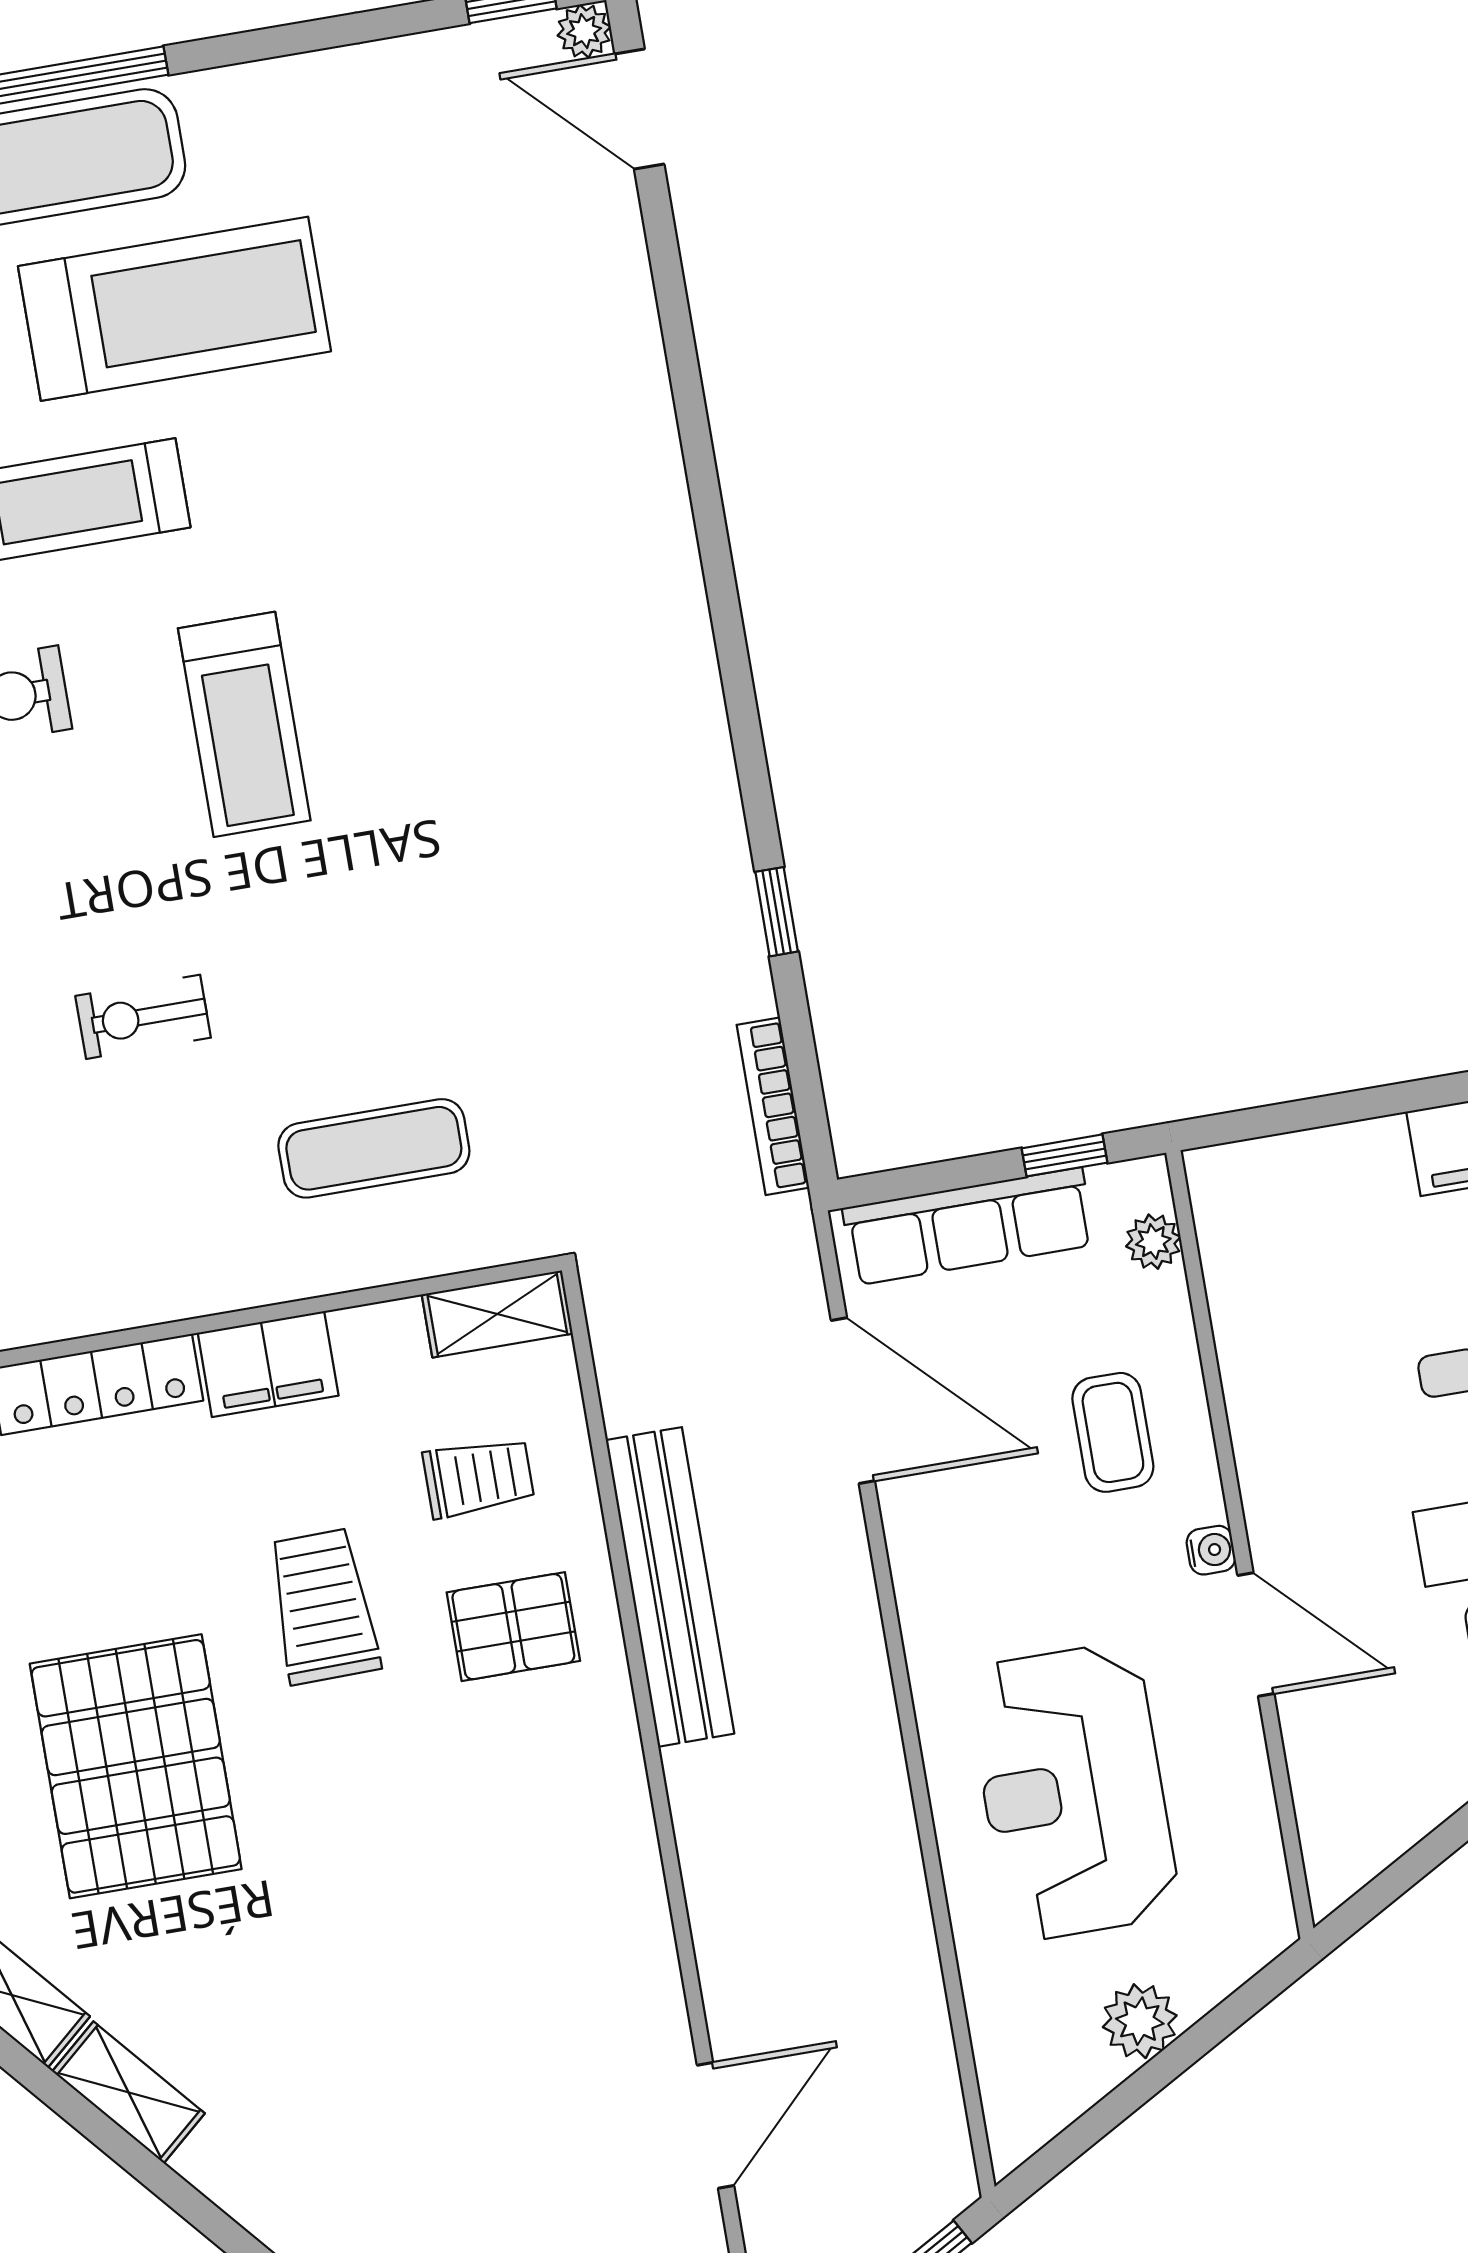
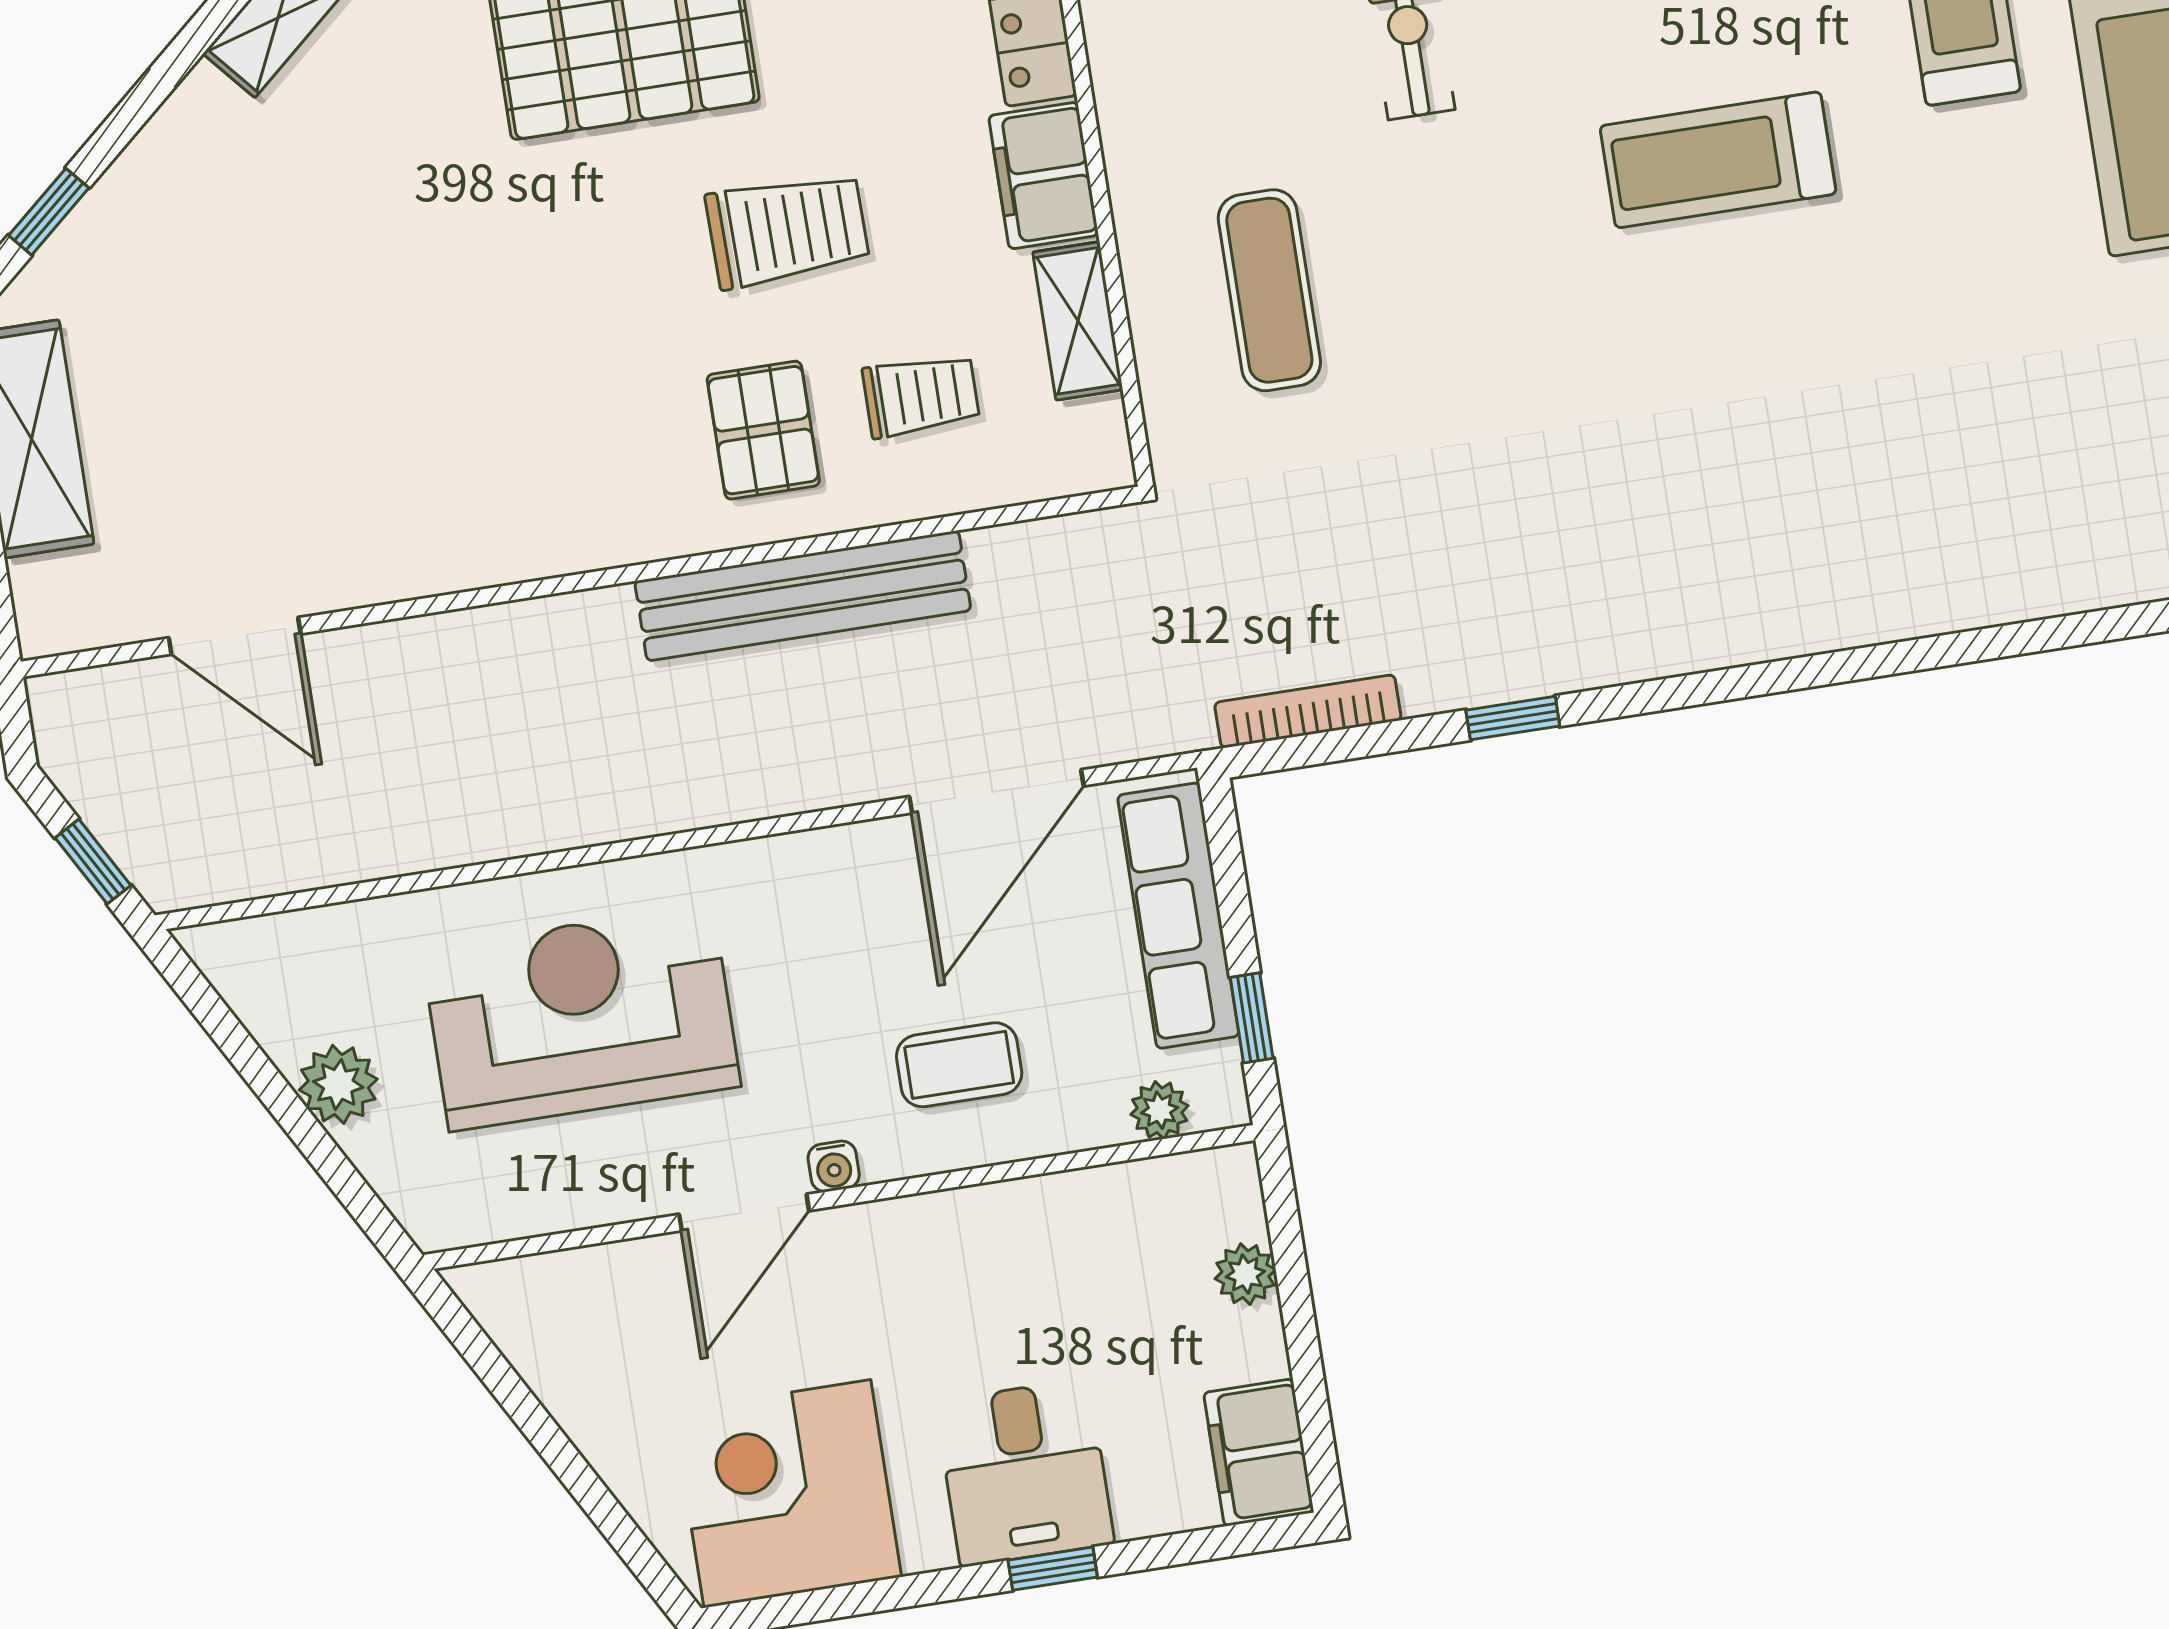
plant: (1308, 1158) -> (1245, 1274), added
shelving: (497, 1314) -> (1078, 321), moved
trolley: (478, 1477) -> (921, 396), turned -90

